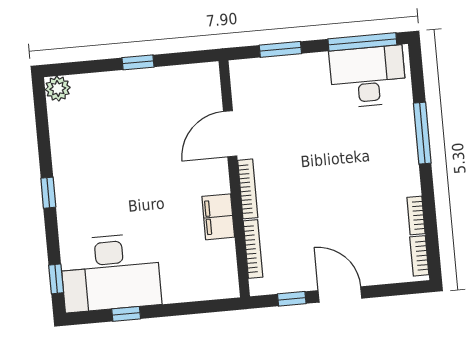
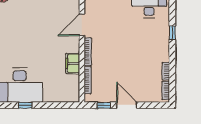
window: (422, 133) -> (172, 33), width x0.46

